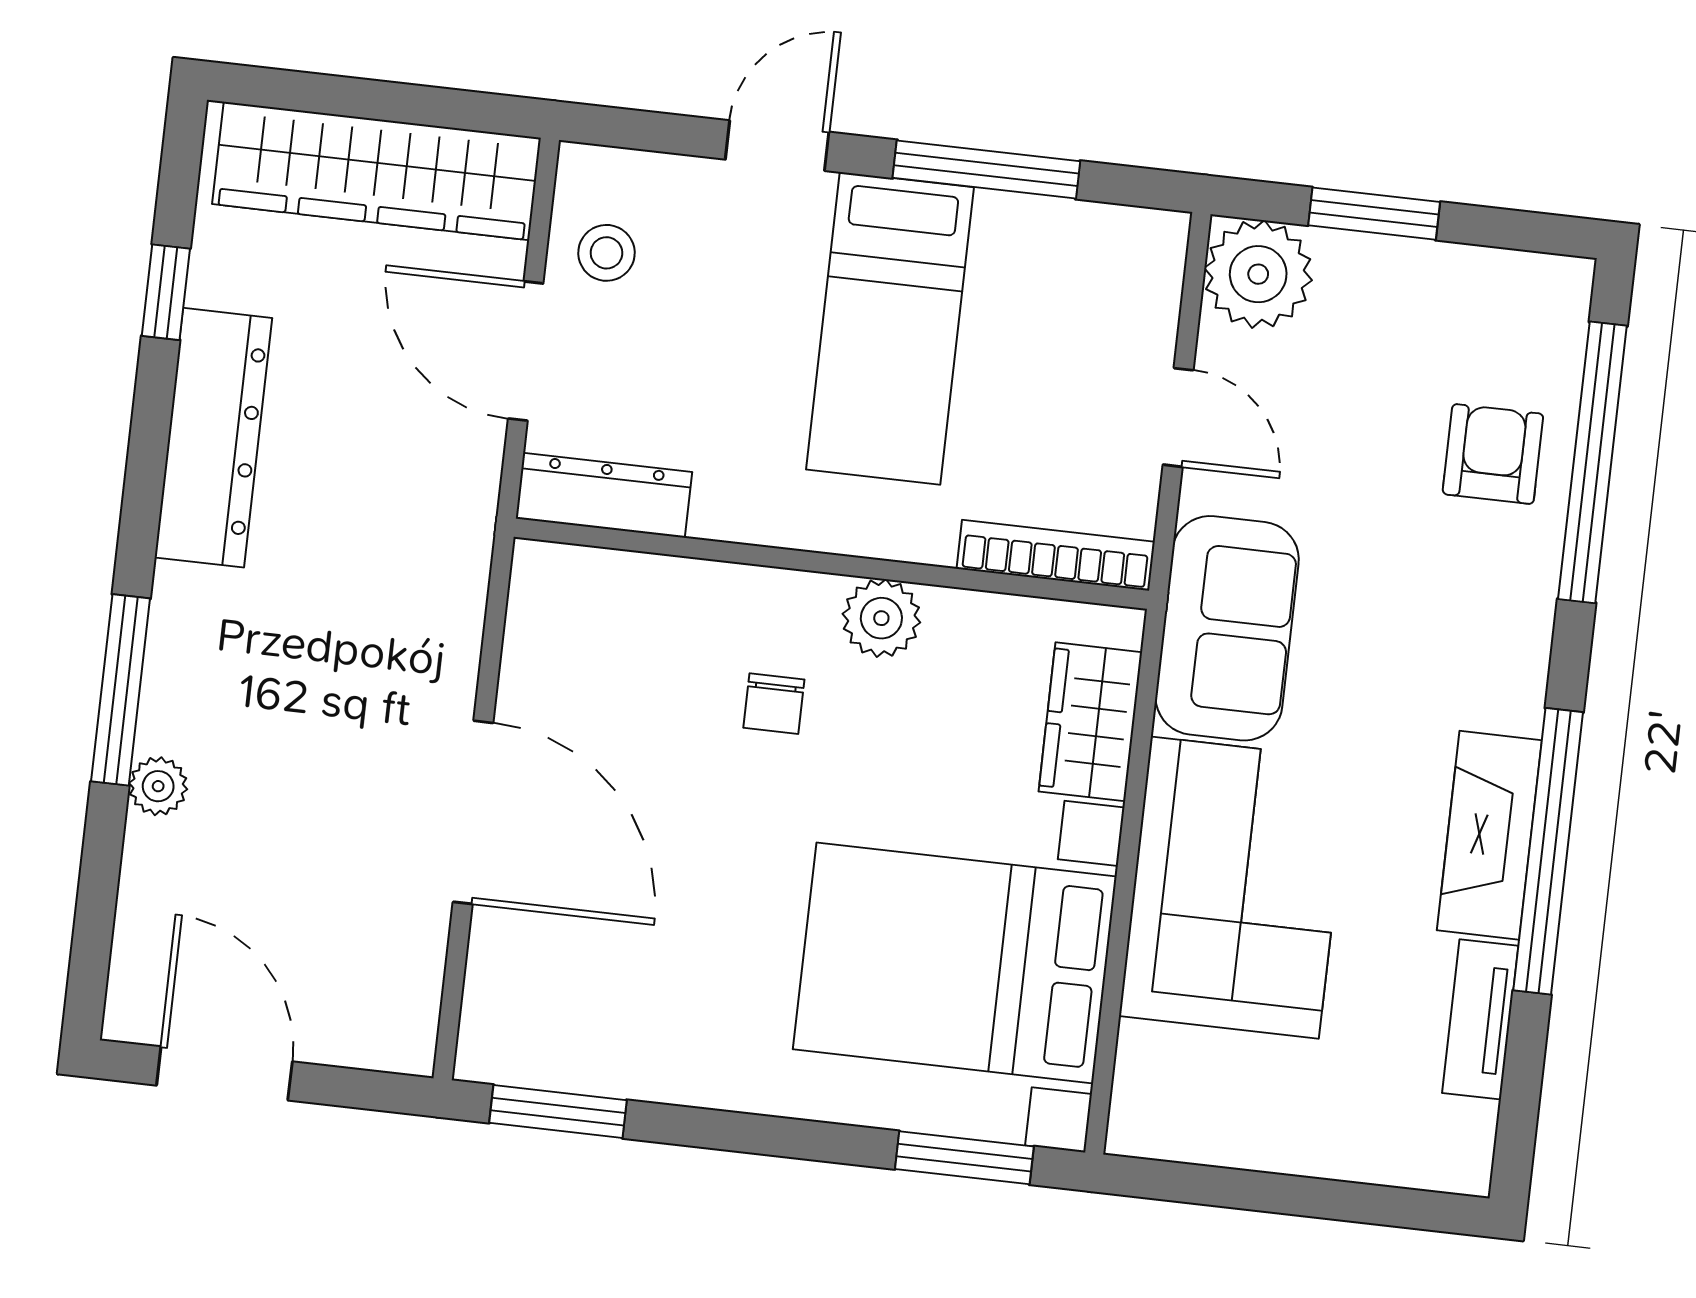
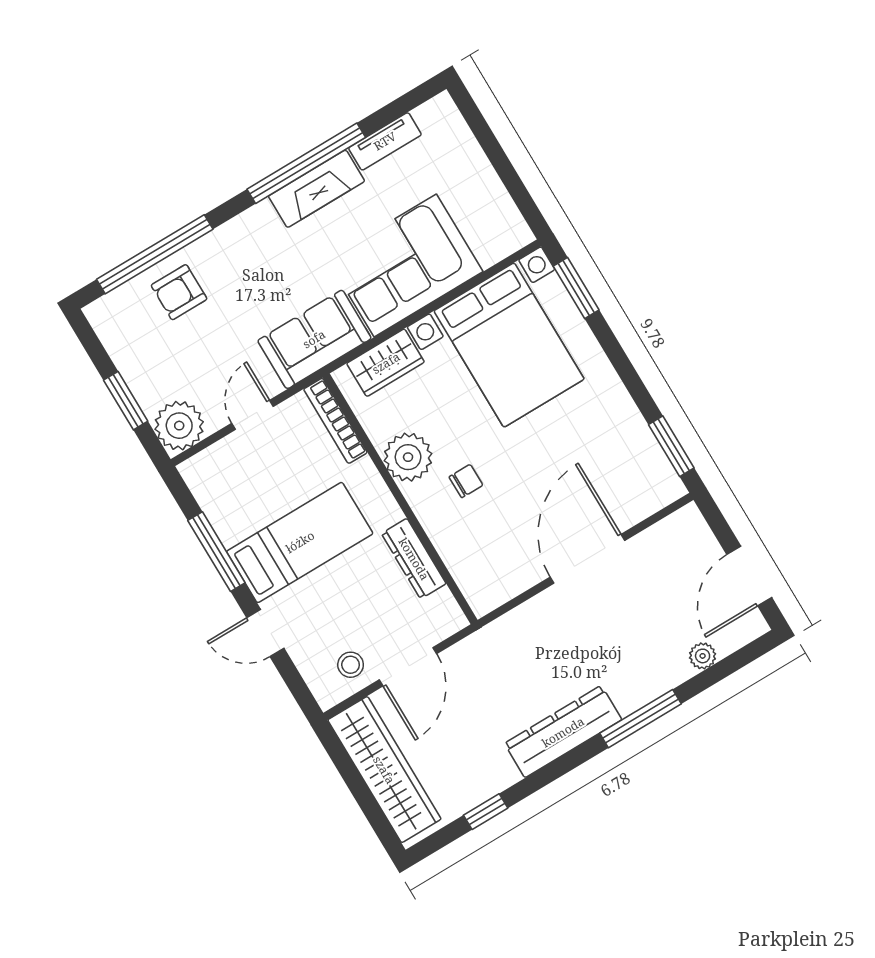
dresser: (213, 438) -> (563, 732), moved
dresser: (604, 495) -> (414, 559), moved
plant: (881, 618) -> (408, 457), width x1.36, depth x1.36
plant: (158, 786) -> (703, 656), moved

